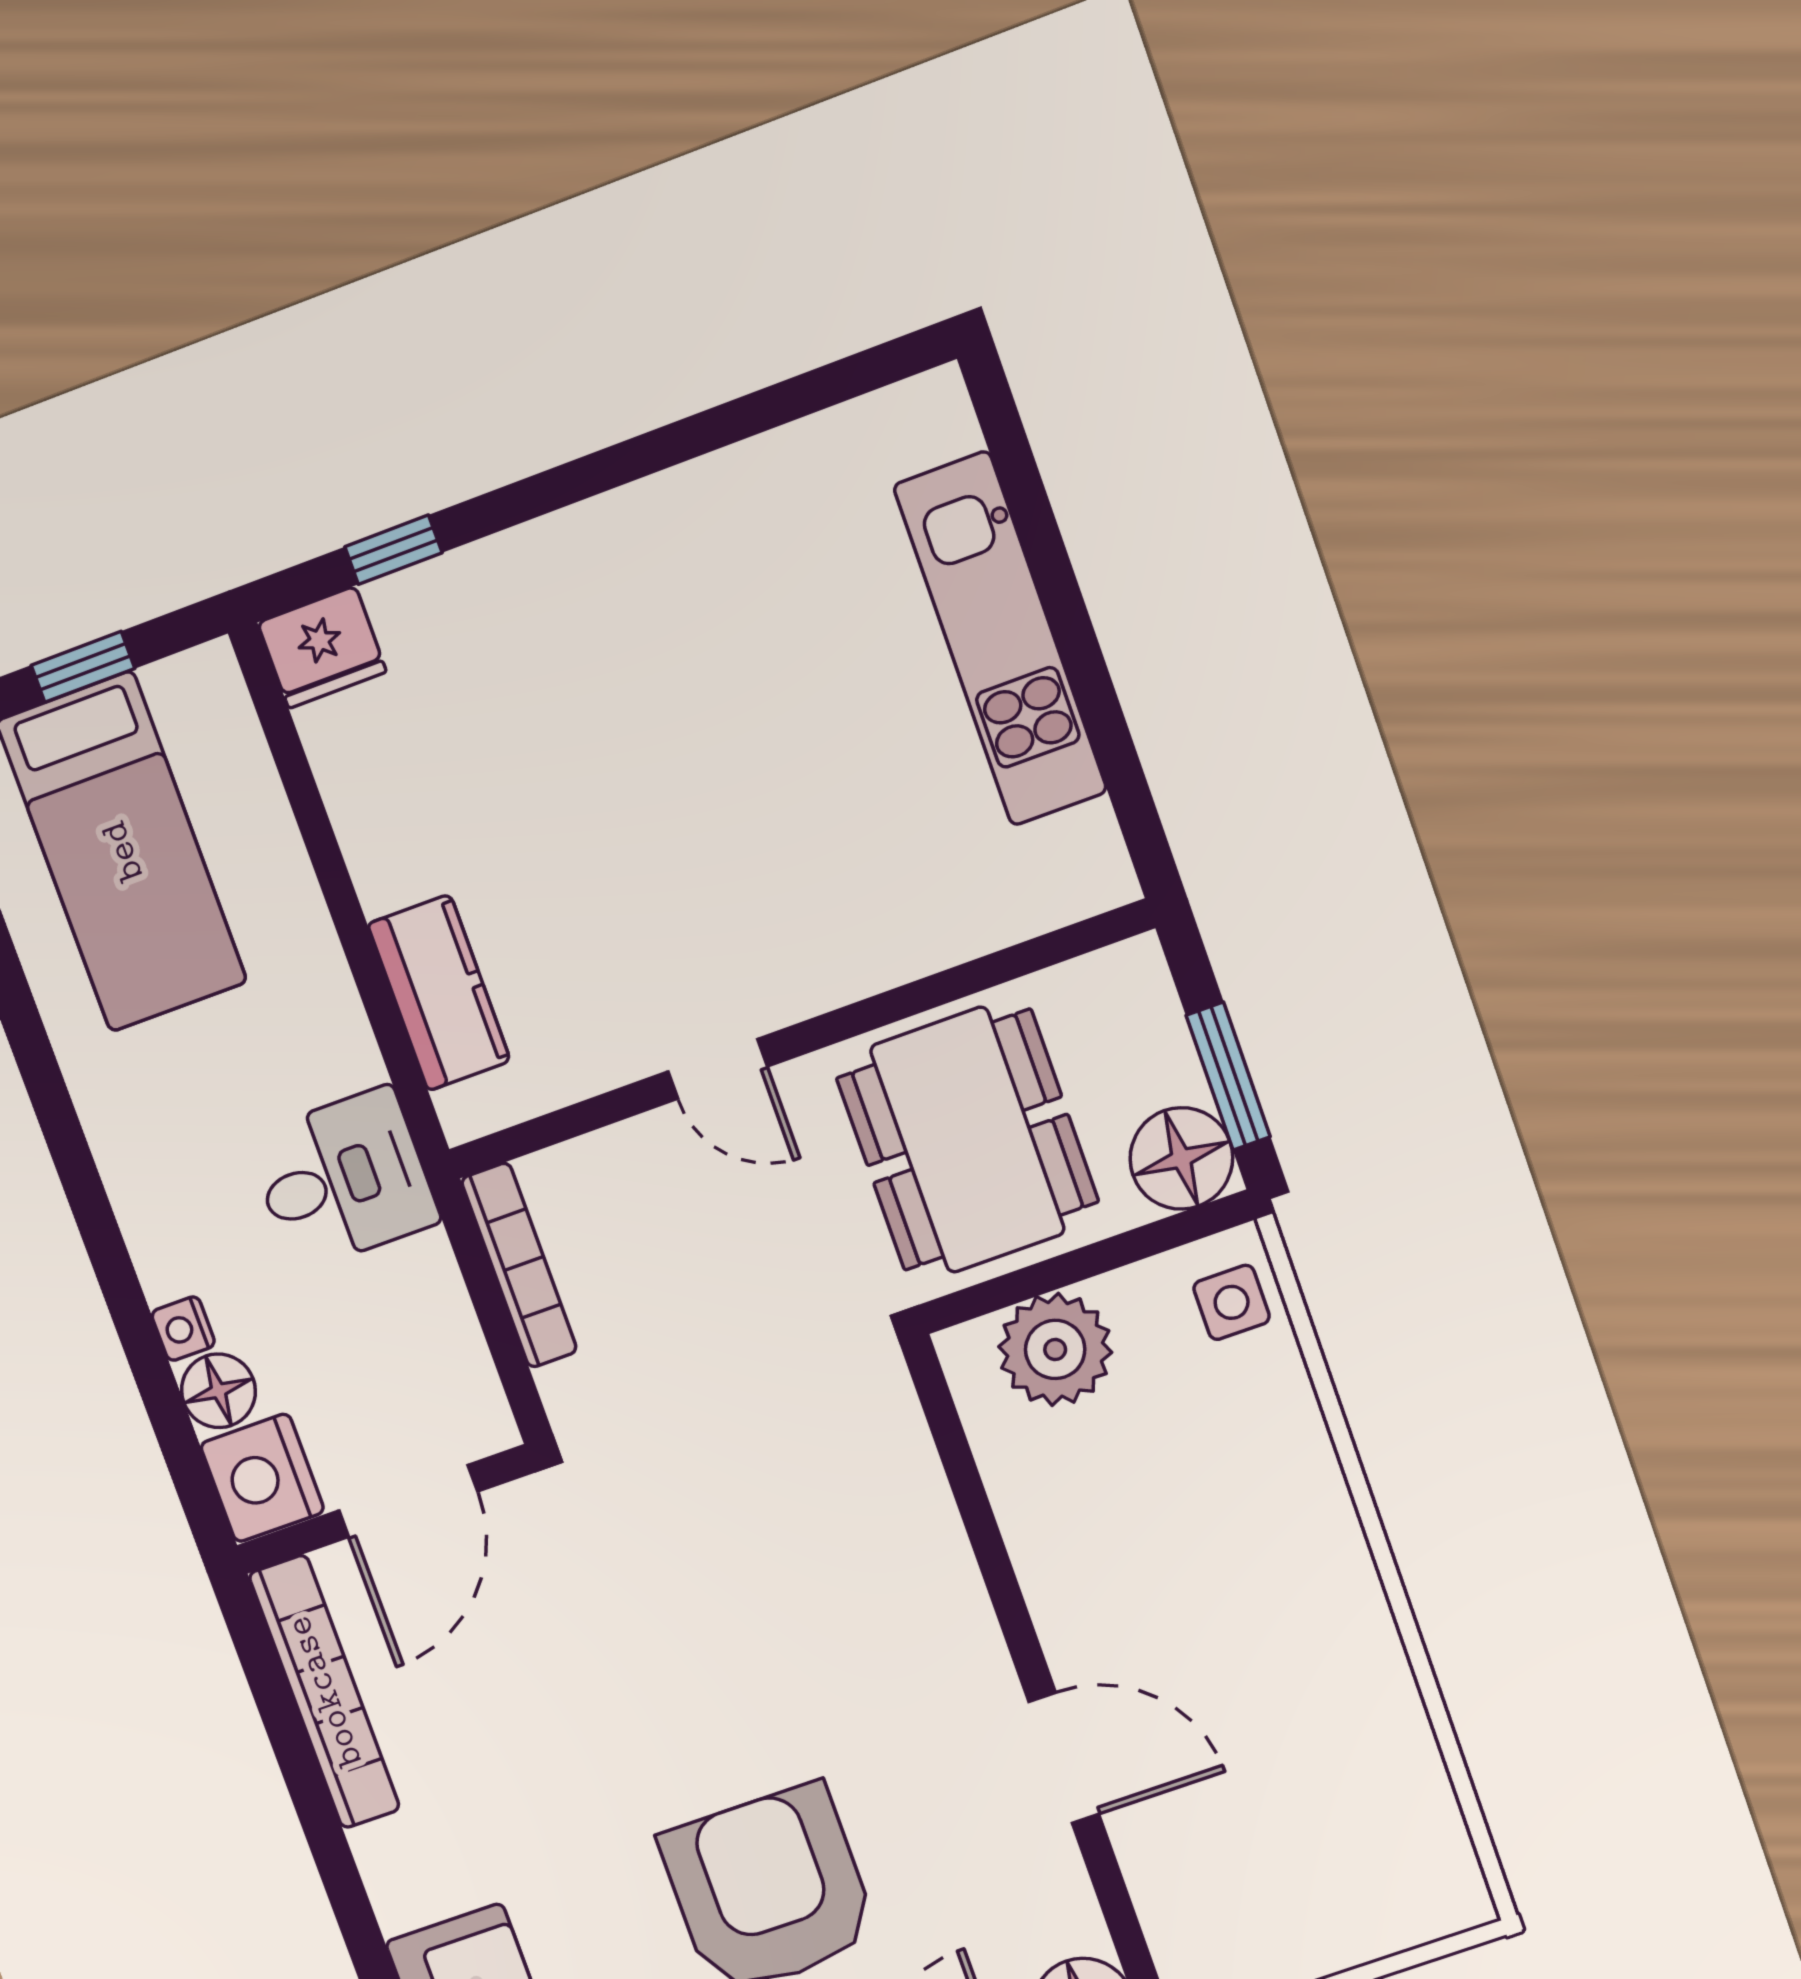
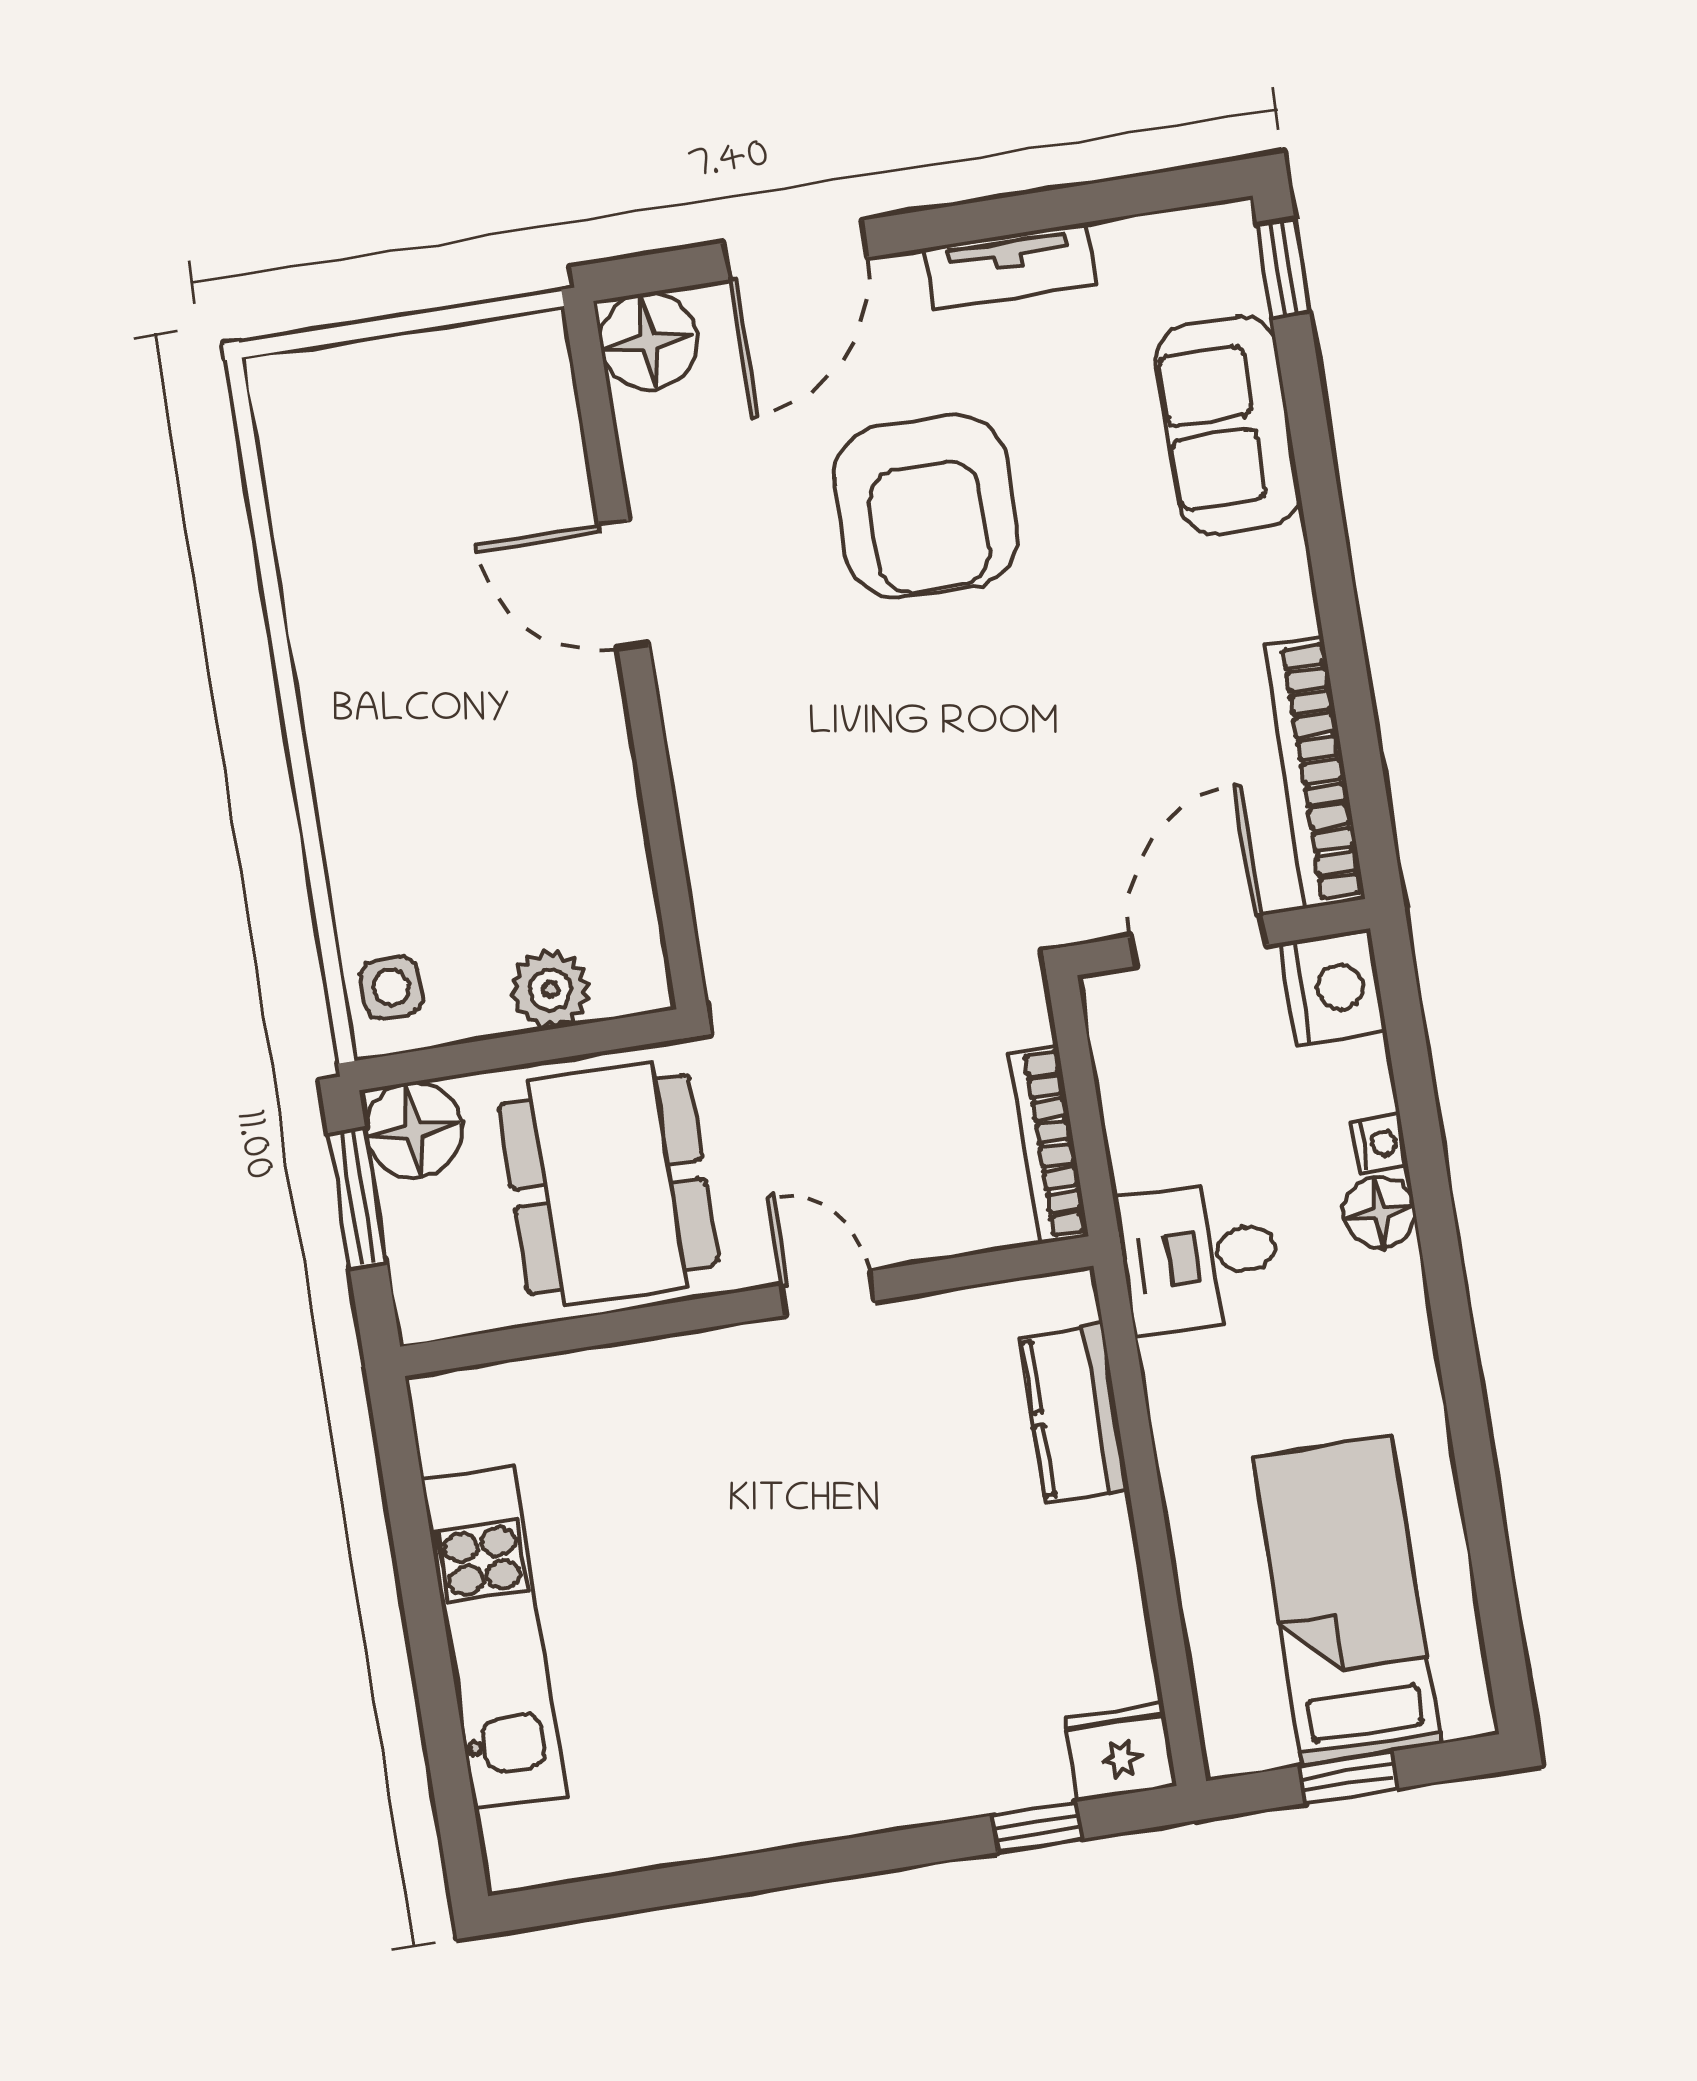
plant: (1055, 1349) -> (550, 990), width x0.73, depth x0.73
floor lamp: (218, 1391) -> (1379, 1212), moved

